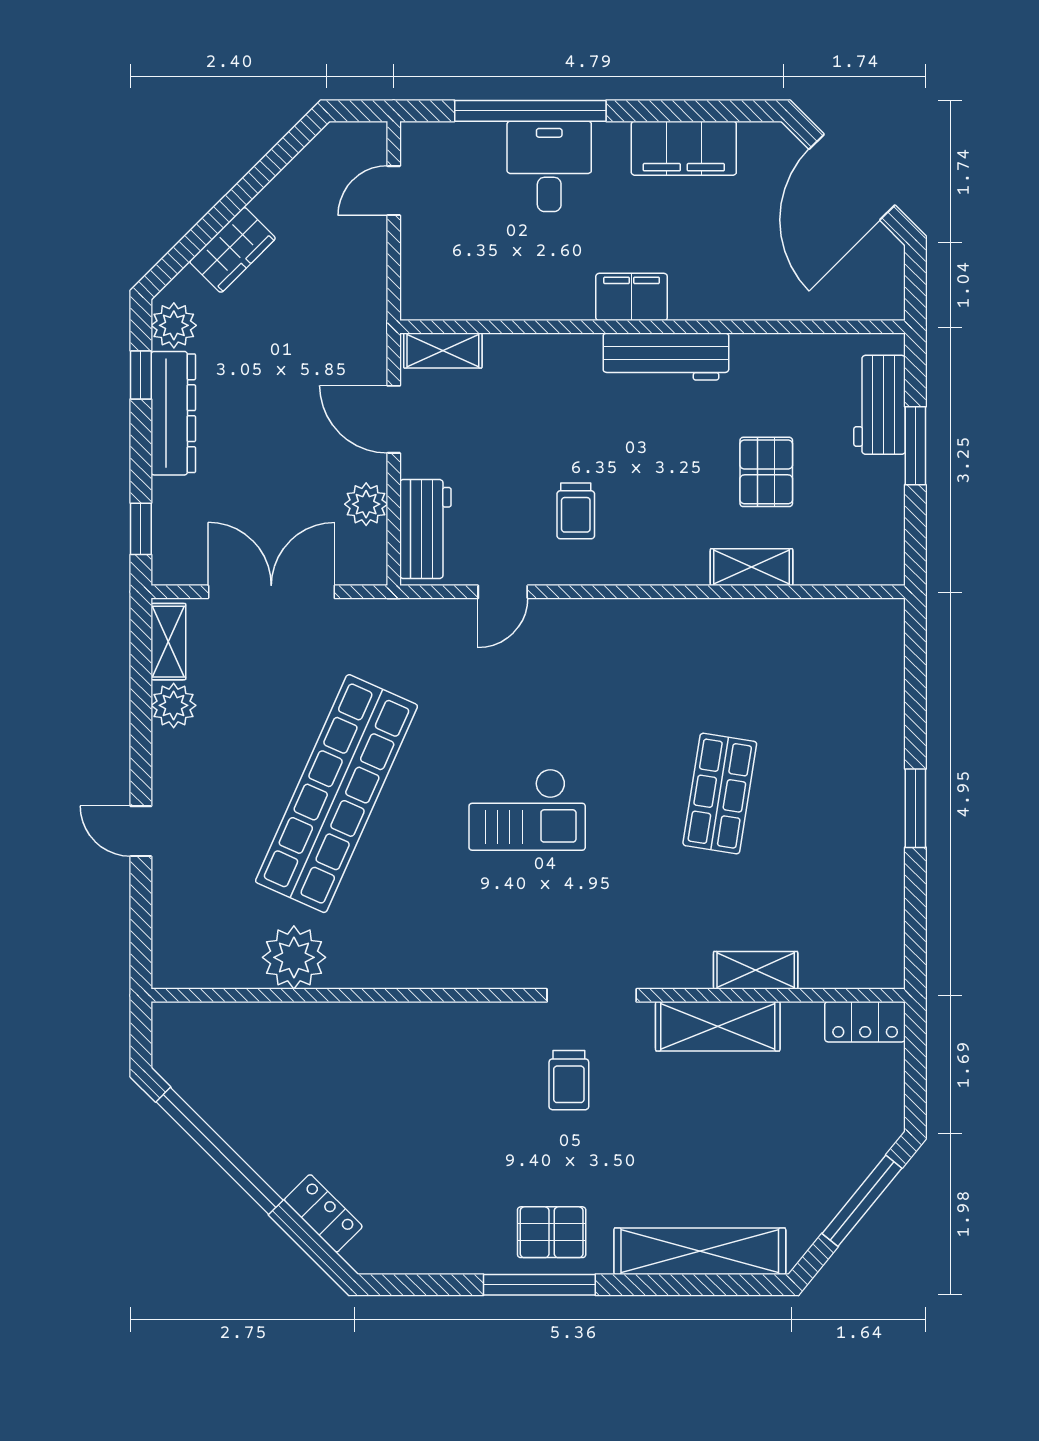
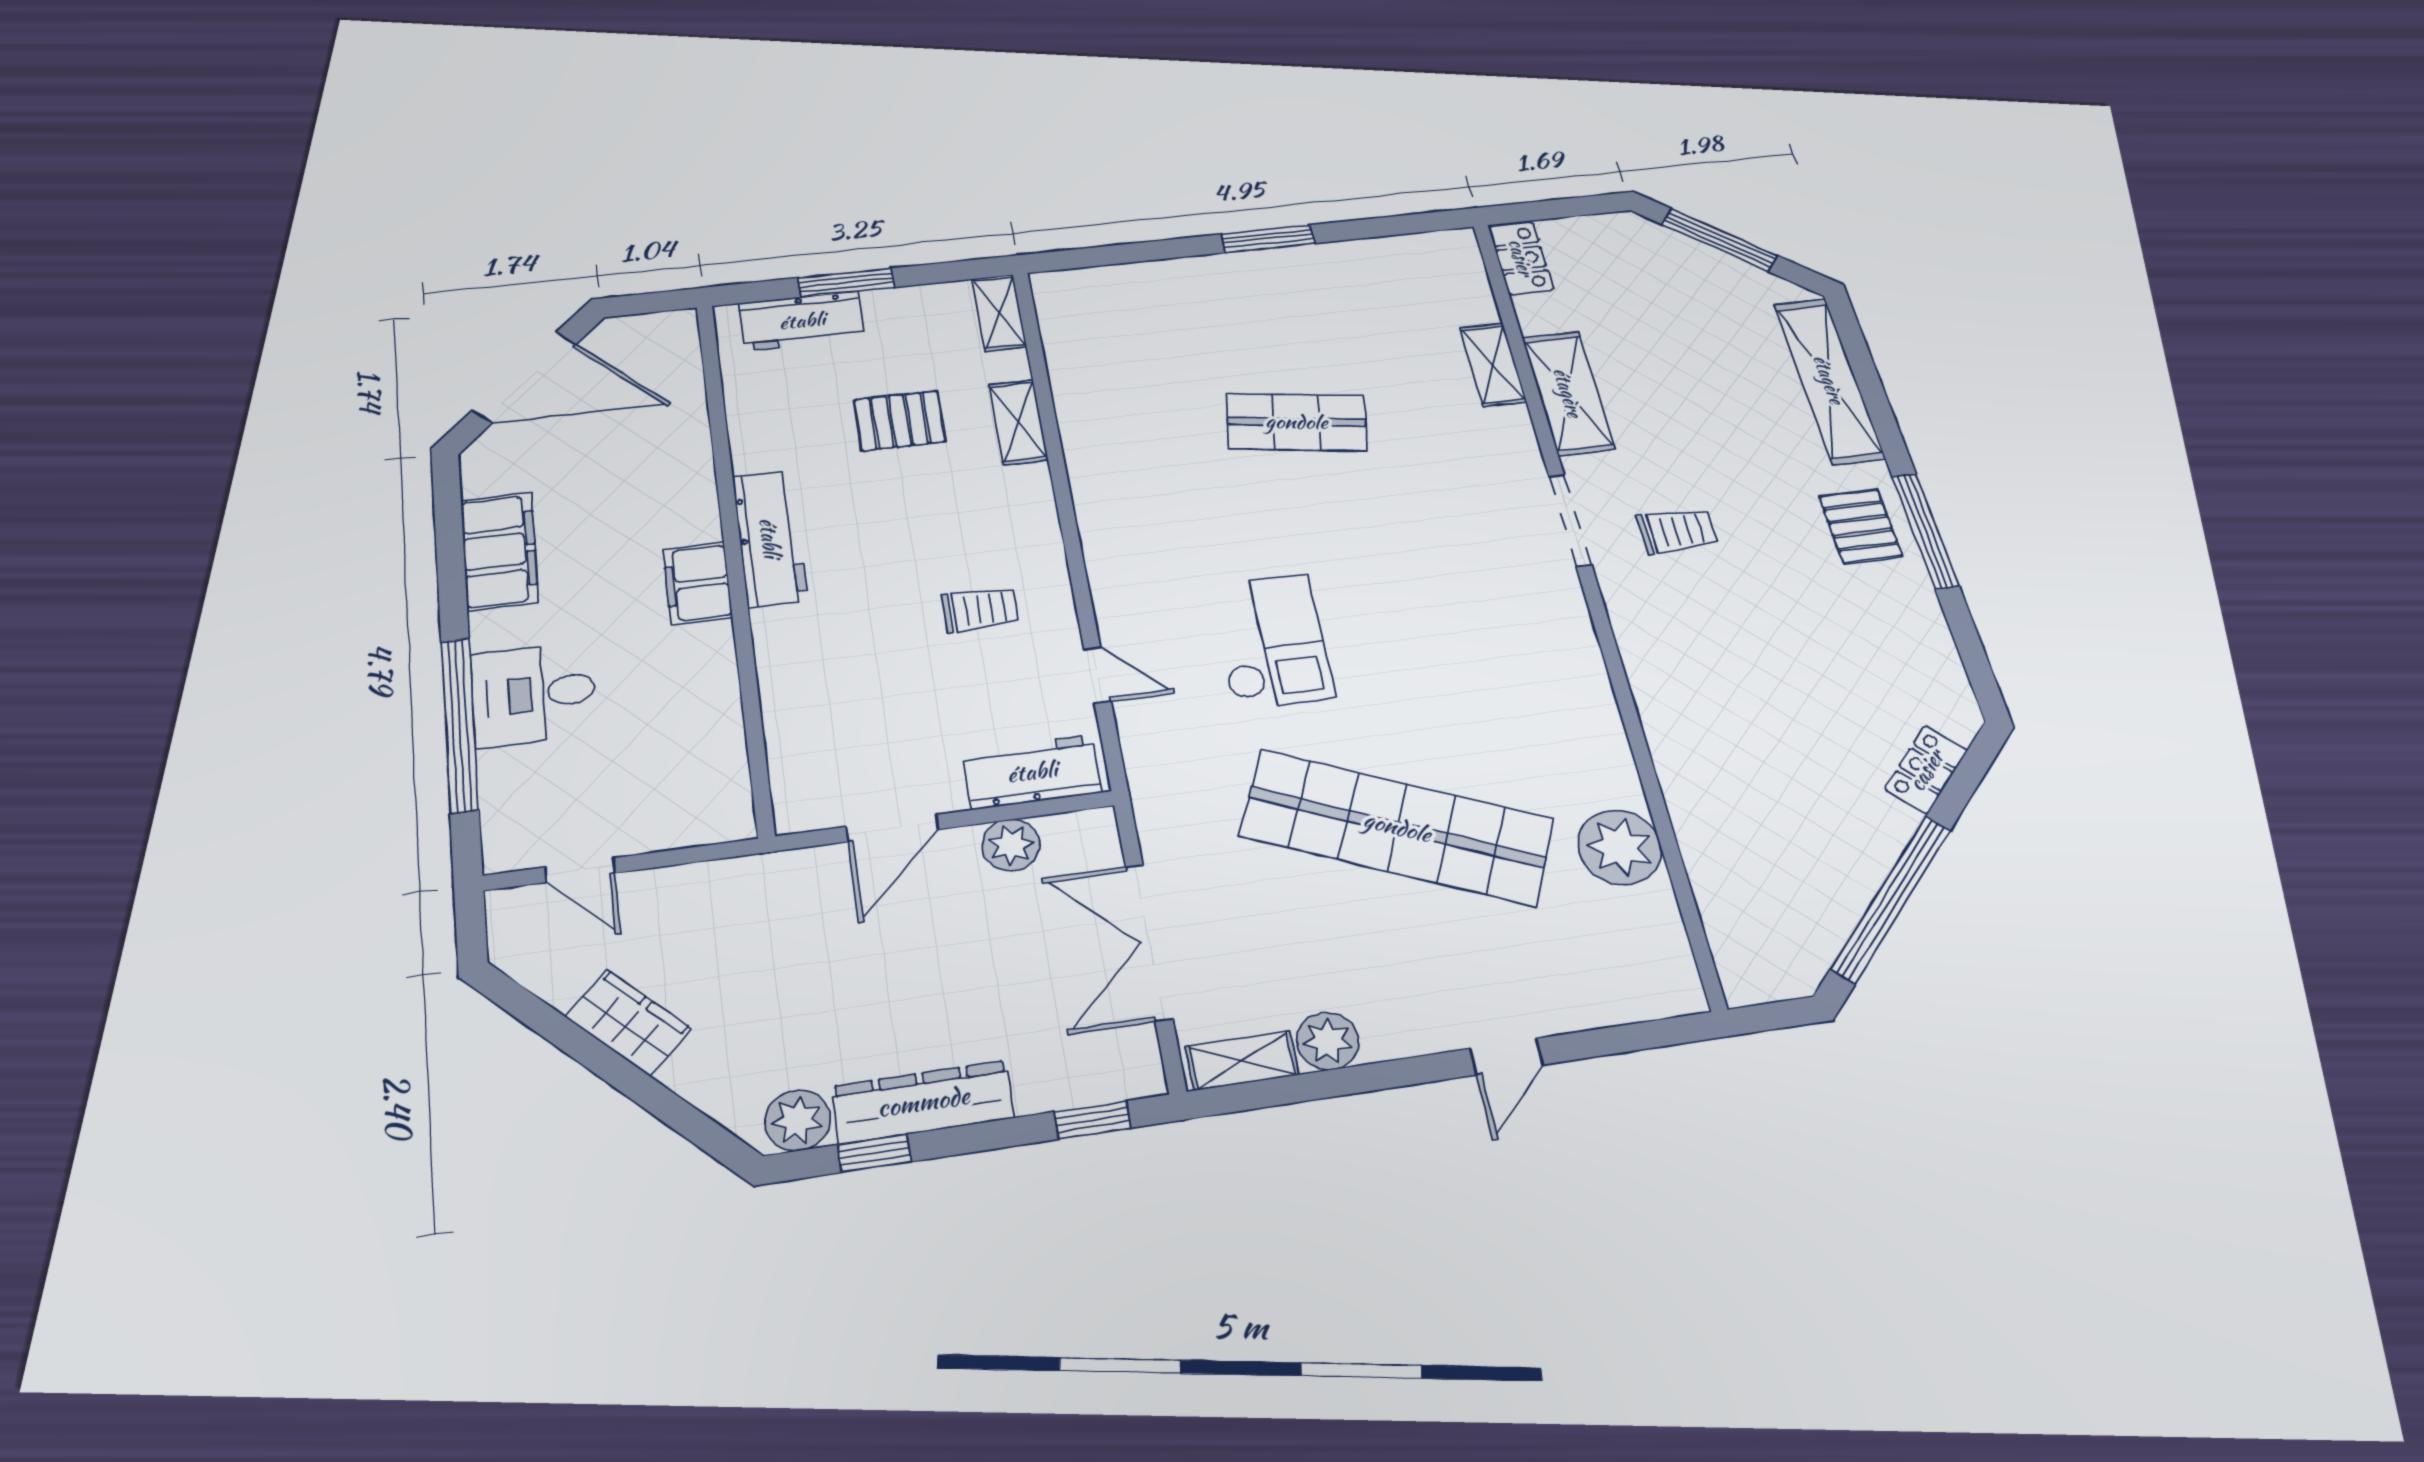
wardrobe: (232, 250) -> (628, 1023), moved
shelving: (443, 351) -> (999, 313), moved
checkout: (527, 810) -> (1271, 641), moved

